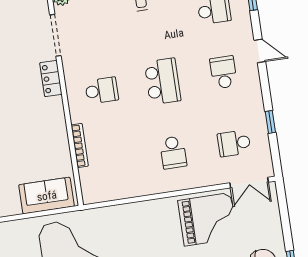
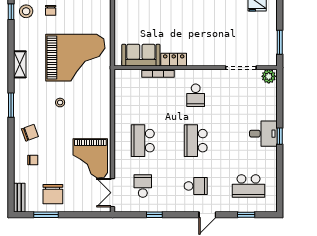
locker: (51, 78) -> (174, 60), moved
school desk: (163, 81) -> (196, 141), turned 90
school desk: (173, 152) -> (143, 141), width x1.85
sofa: (47, 196) -> (141, 55), moved, turned -90

